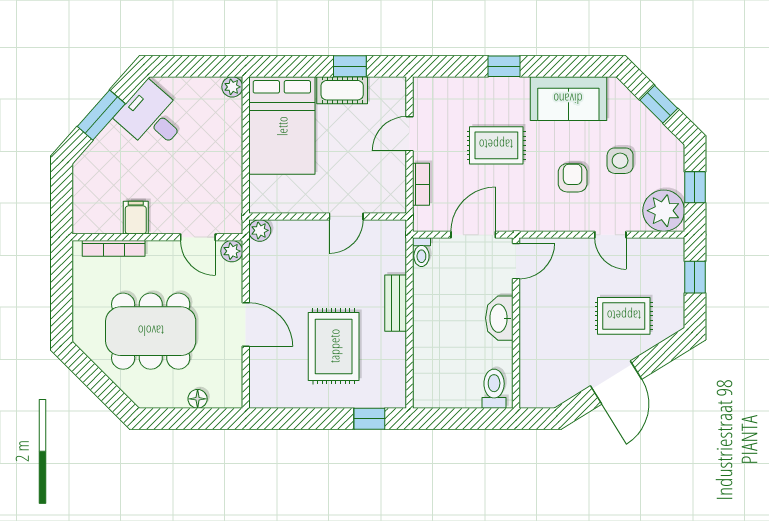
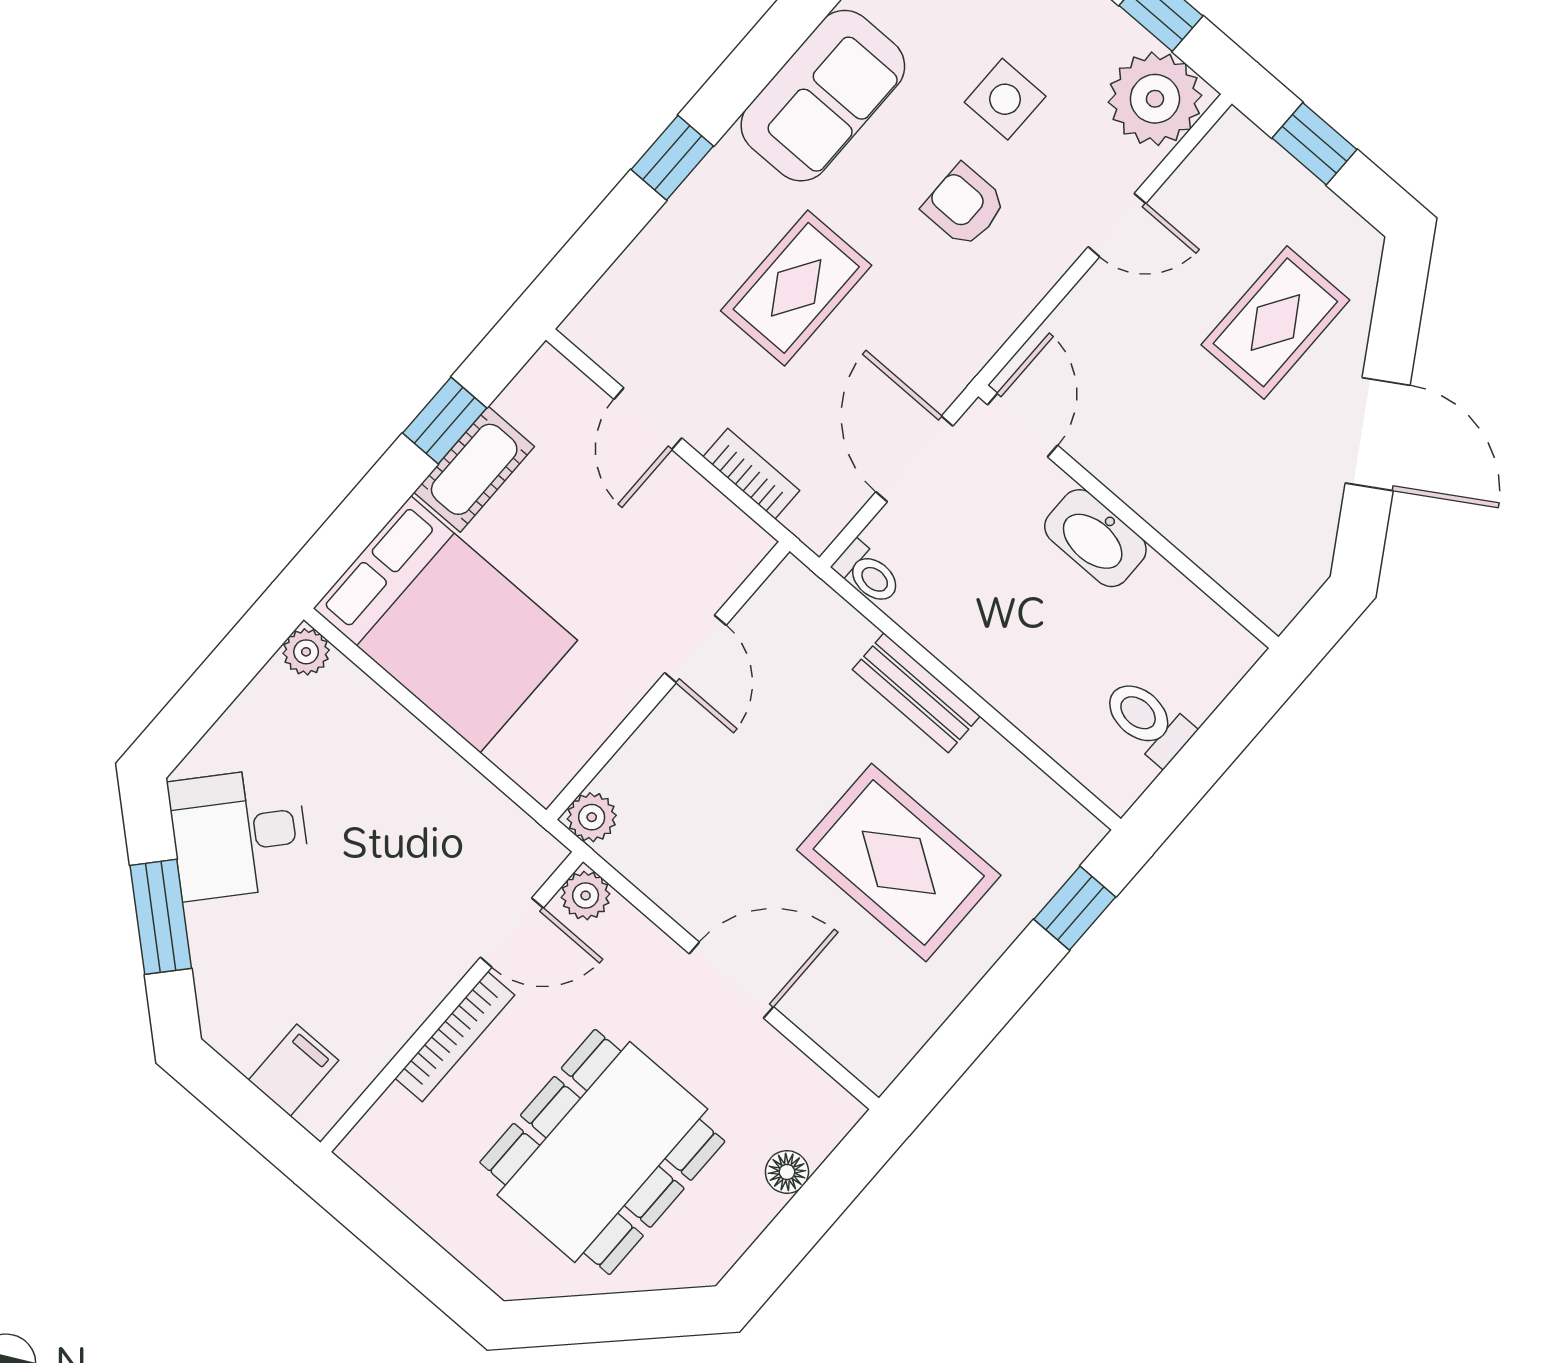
filing cabinet: (136, 218) -> (293, 1070), moved, turned 90
bookcase: (114, 248) -> (455, 1037), moved
toilet: (494, 389) -> (1147, 721), moved

